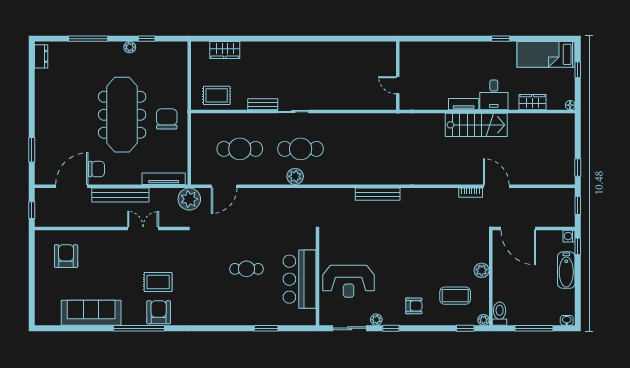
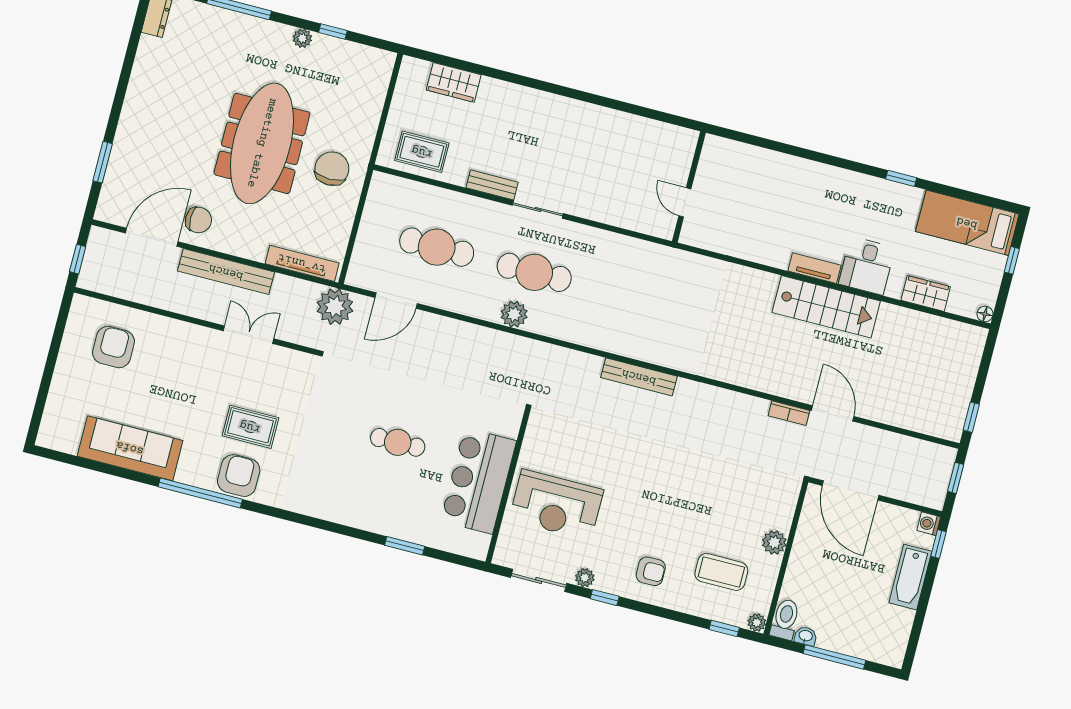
wall: (398, 76) -> (689, 187), moved
door: (398, 85) -> (685, 202), moved
washbasin: (567, 320) -> (806, 636), moved

